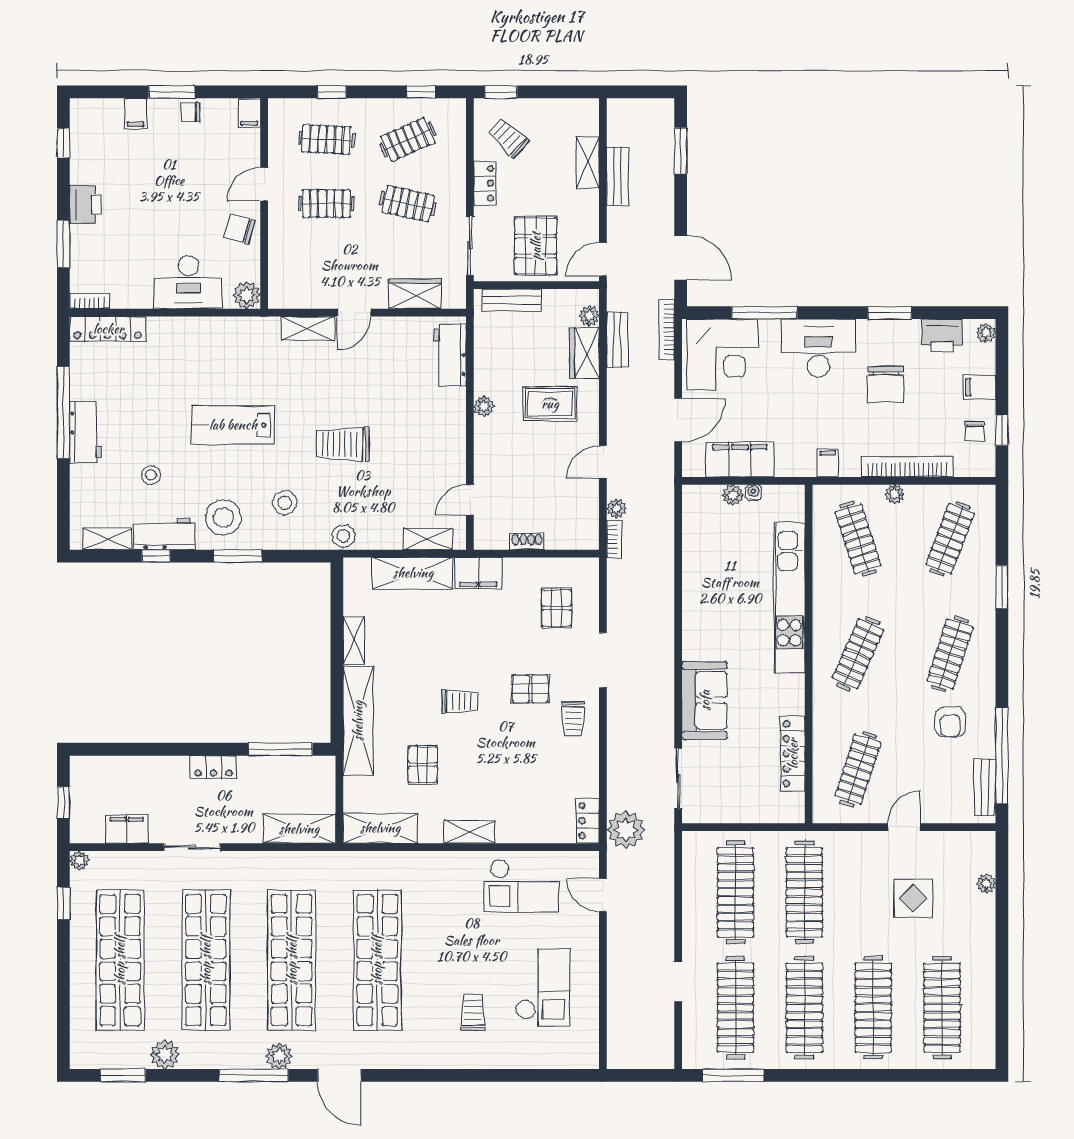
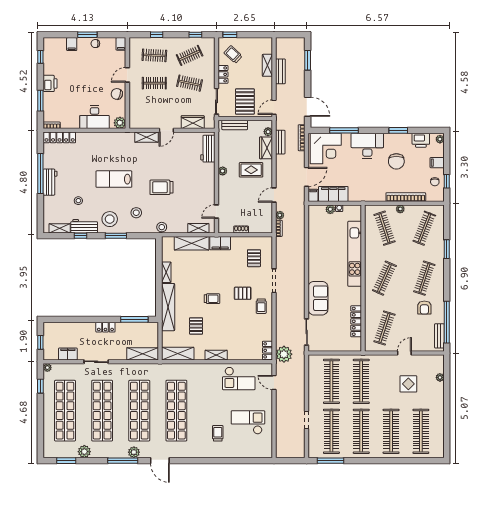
filing cabinet: (828, 463) -> (313, 195), moved
checkout: (543, 987) -> (248, 422), turned -90

